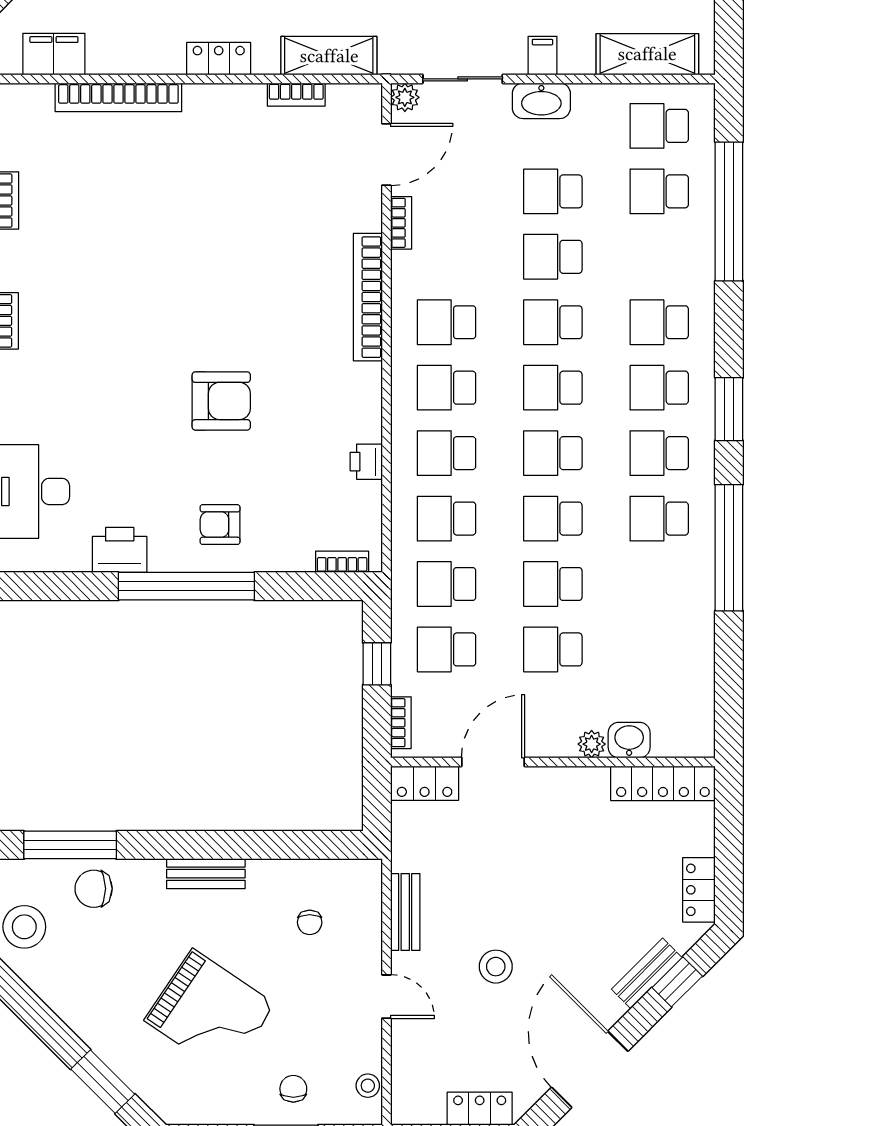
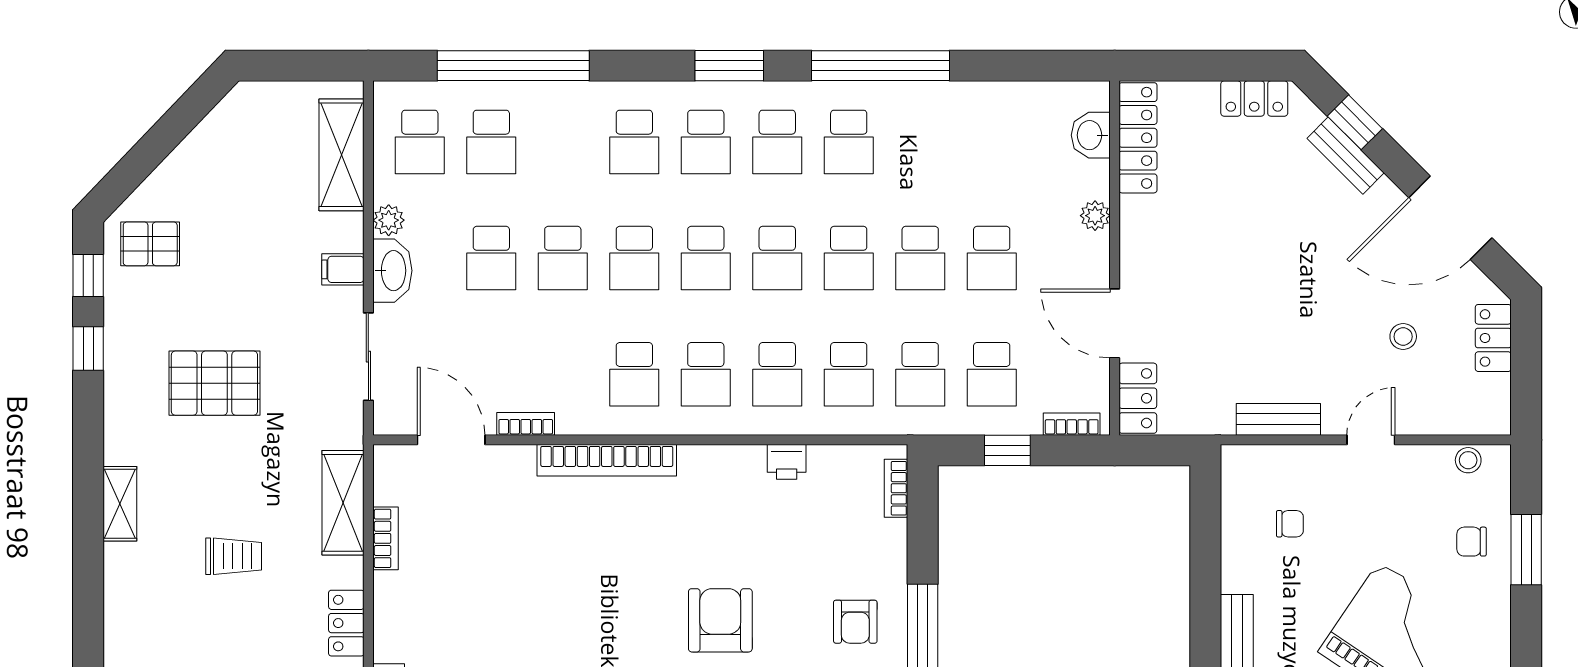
plant: (405, 97) -> (389, 220), moved
washbasin: (629, 740) -> (1091, 135), moved
stool: (496, 967) -> (1403, 337), moved, width x0.73, depth x0.73

